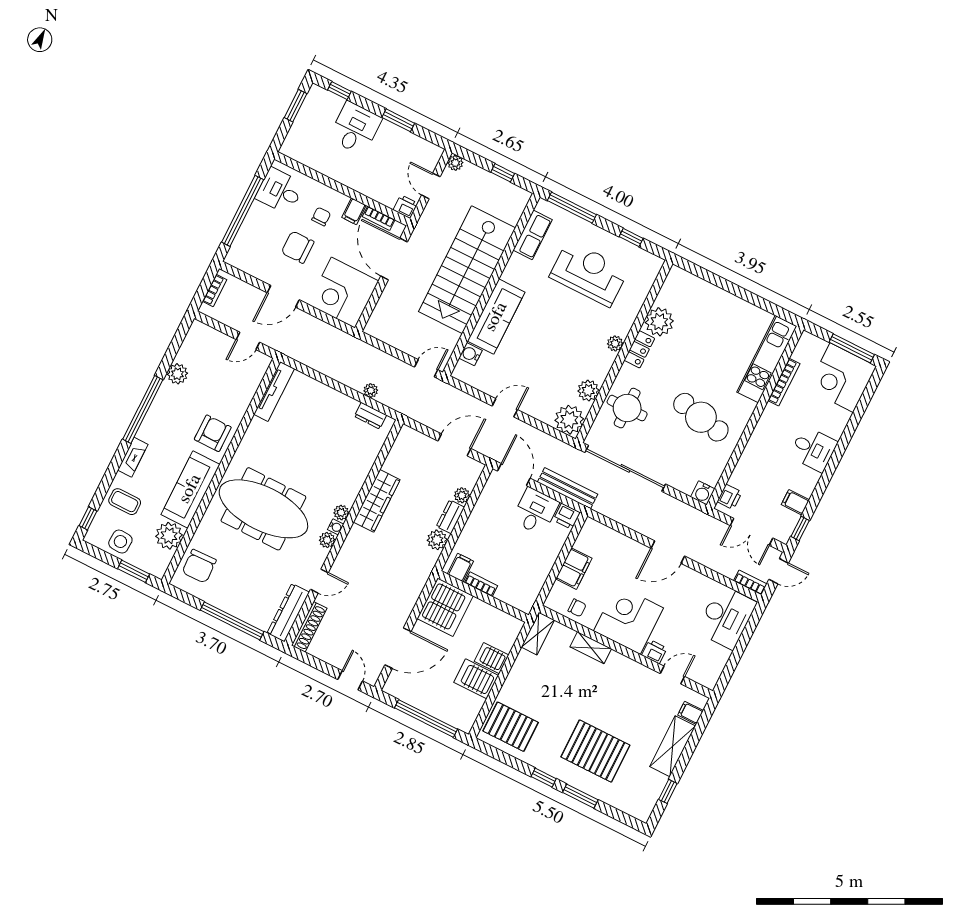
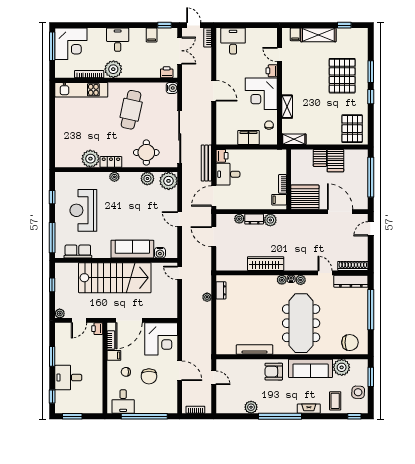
tv unit: (274, 391) -> (254, 350), moved
plant: (773, 421) -> (113, 69), added
desk: (726, 617) -> (233, 41), width x0.73

